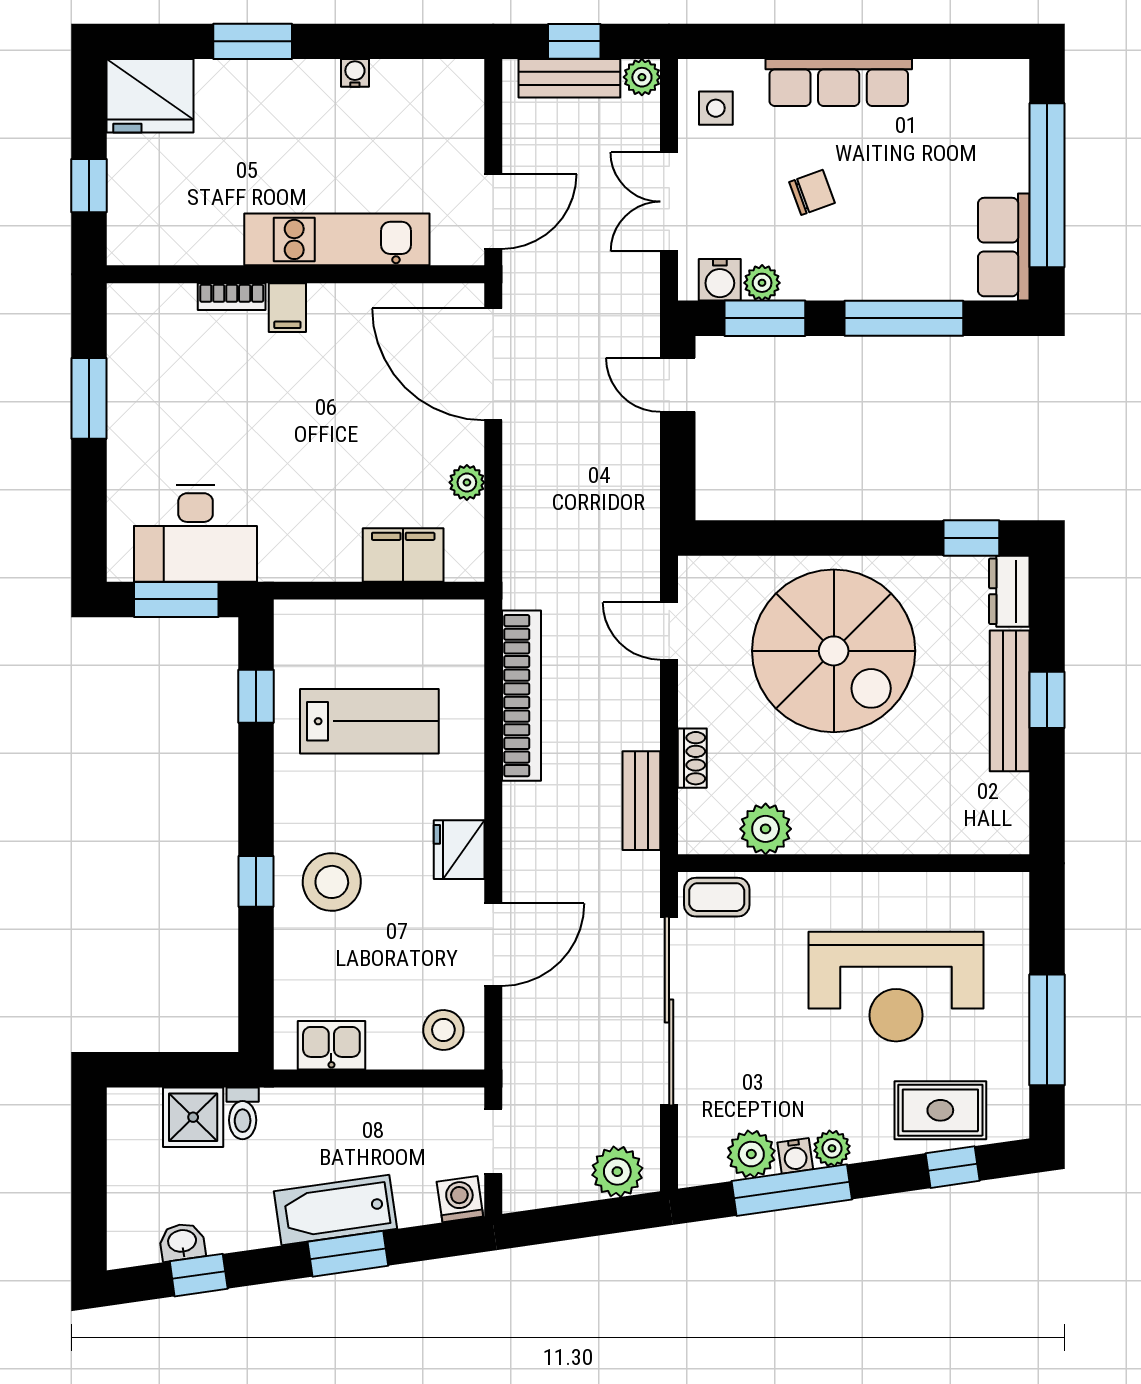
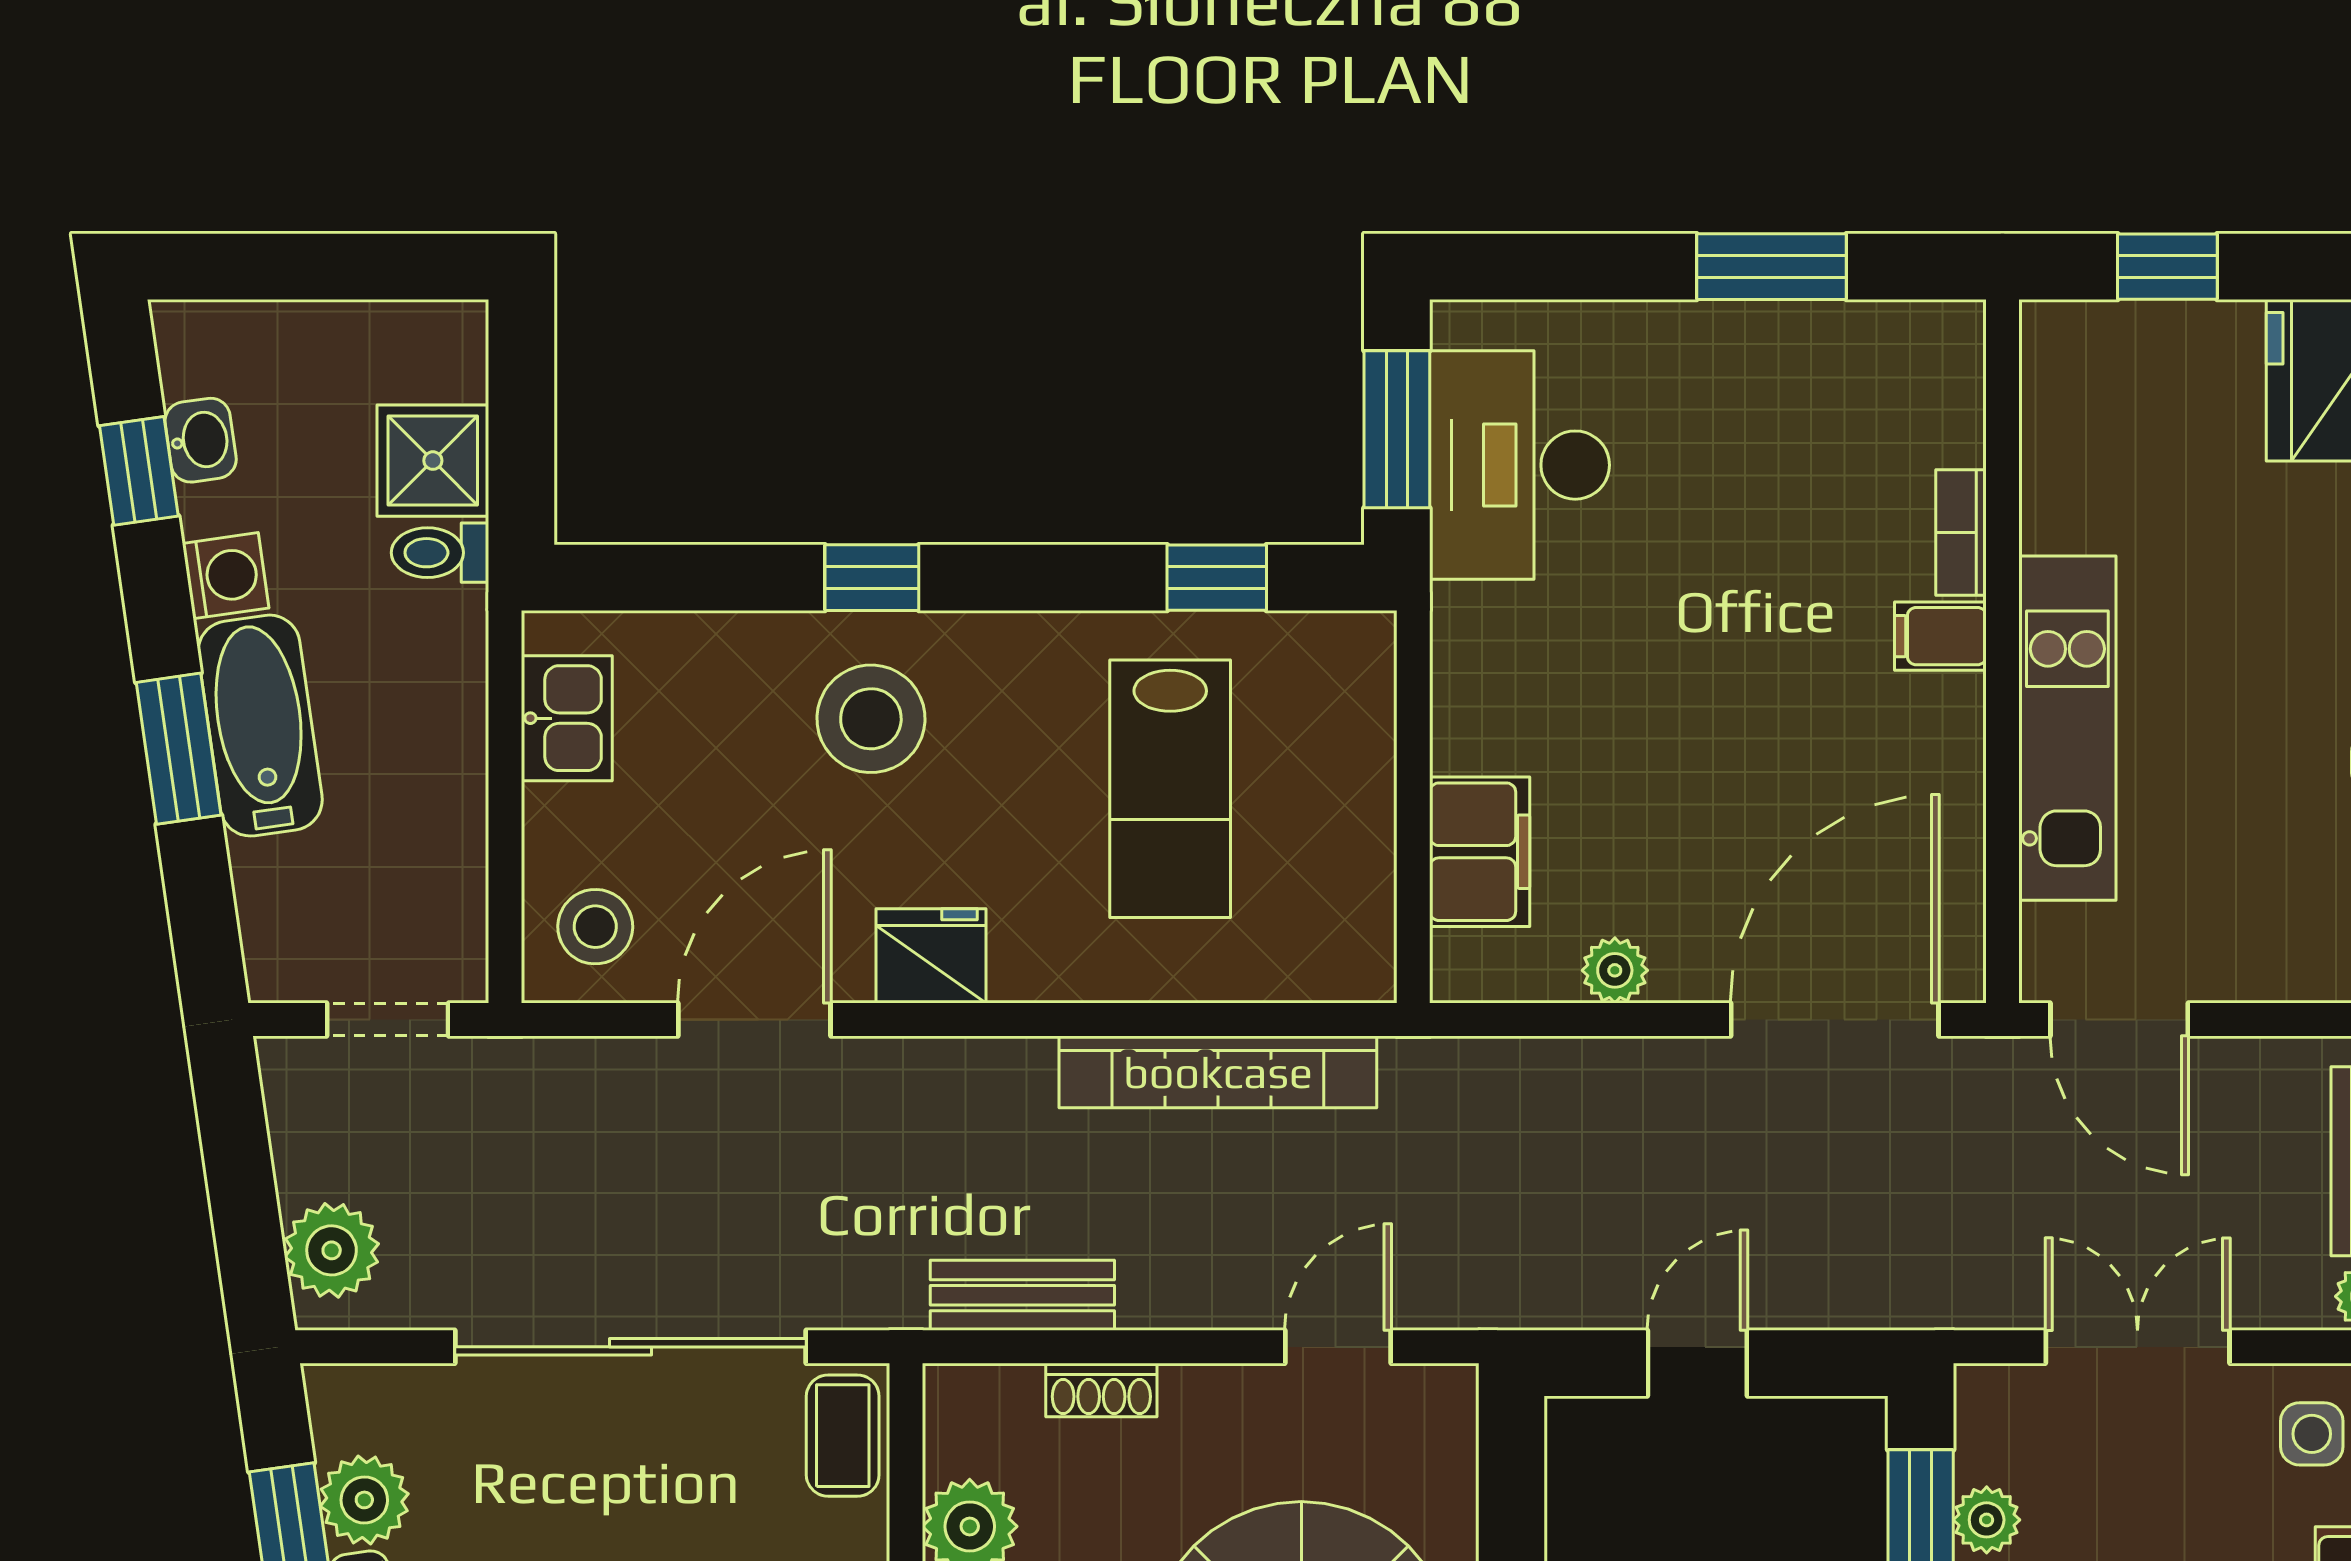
water cooler: (720, 280) -> (1992, 1441), removed
door: (678, 385) -> (1697, 1363), moved
door: (493, 945) -> (754, 1019), swing flipped
washing machine: (460, 1199) -> (226, 576), moved

